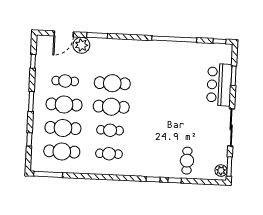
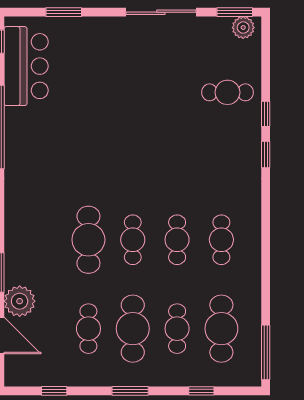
bar counter: (219, 85) -> (26, 66), moved, turned -90
cafe table: (111, 107) -> (133, 240), width x0.73, depth x0.74
cafe table: (63, 128) -> (177, 329), width x0.73, depth x0.74

